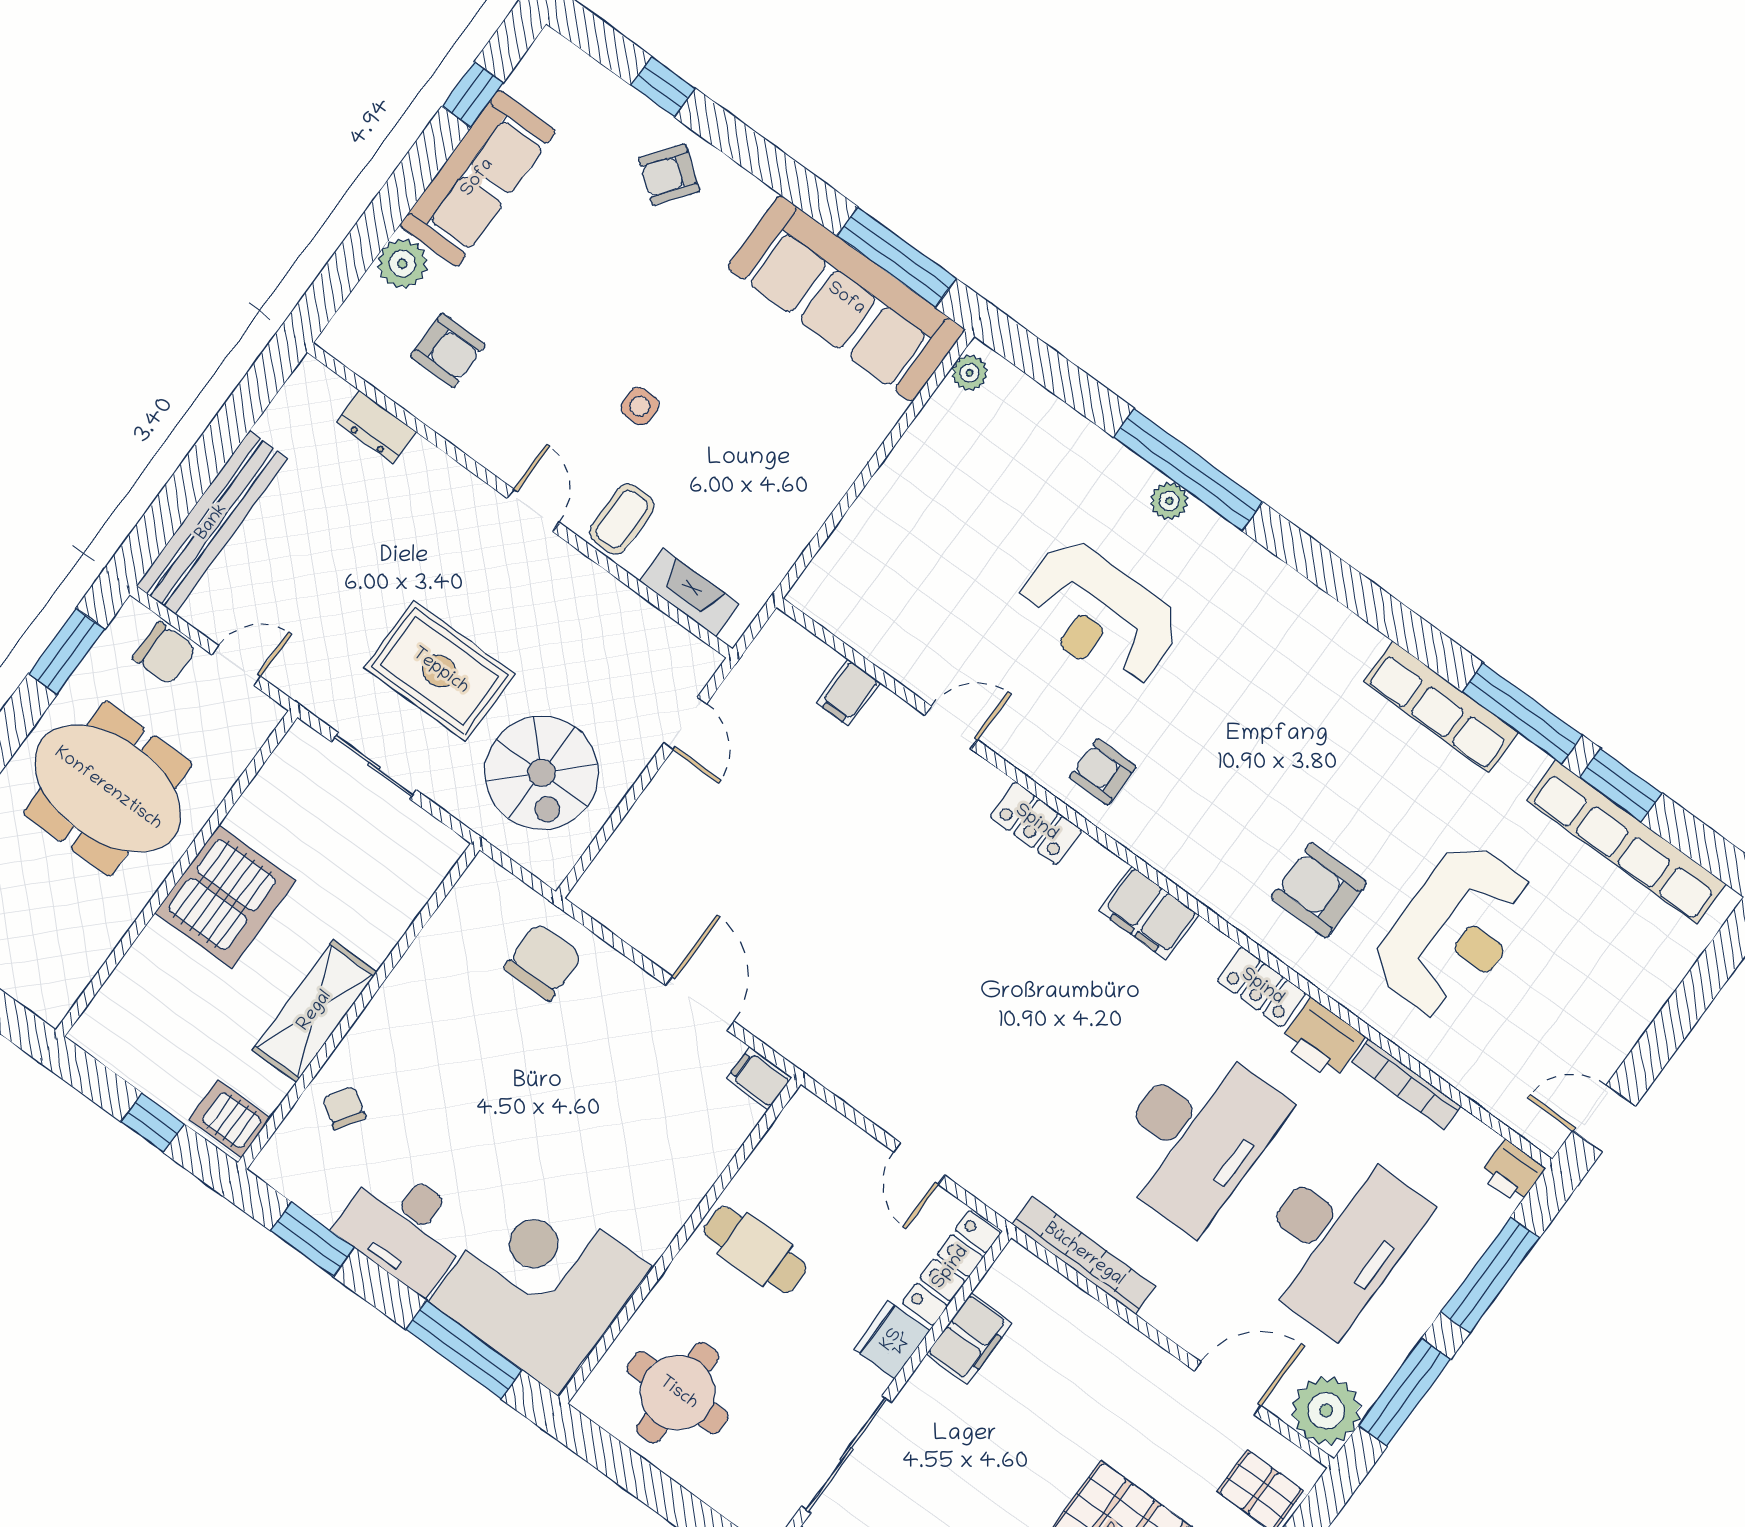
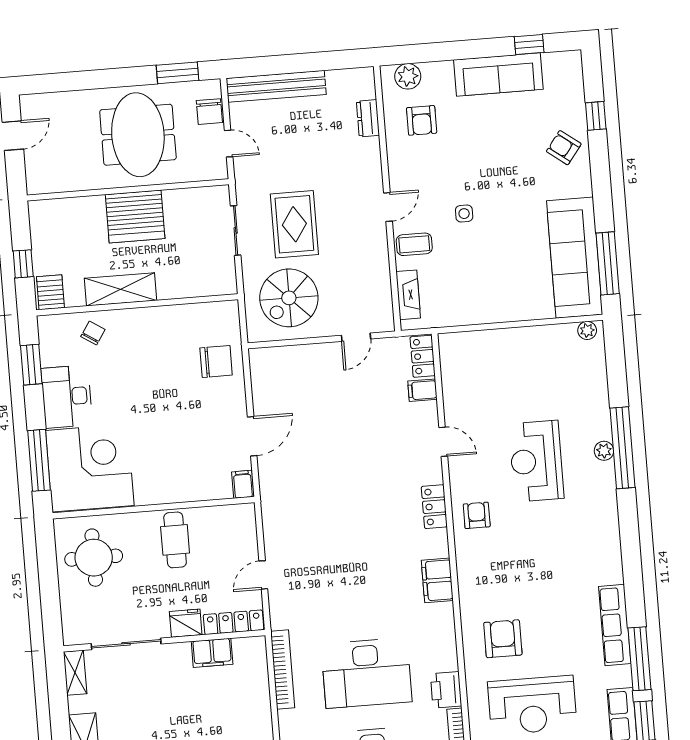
plant: (402, 264) -> (408, 76), moved
locker: (1262, 987) -> (423, 356), moved

